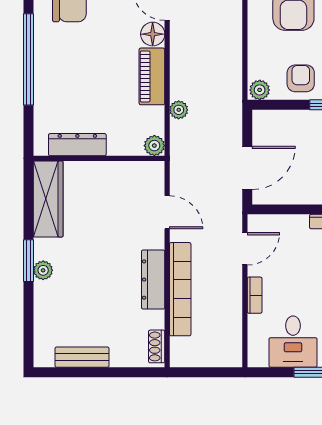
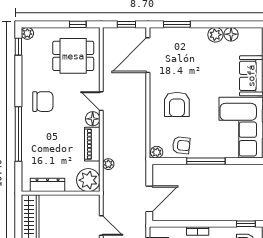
armchair: (301, 78) -> (181, 145), turned 96
plant: (154, 146) -> (88, 180), width x1.87, depth x1.87

